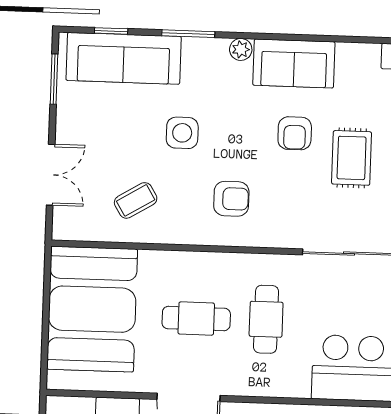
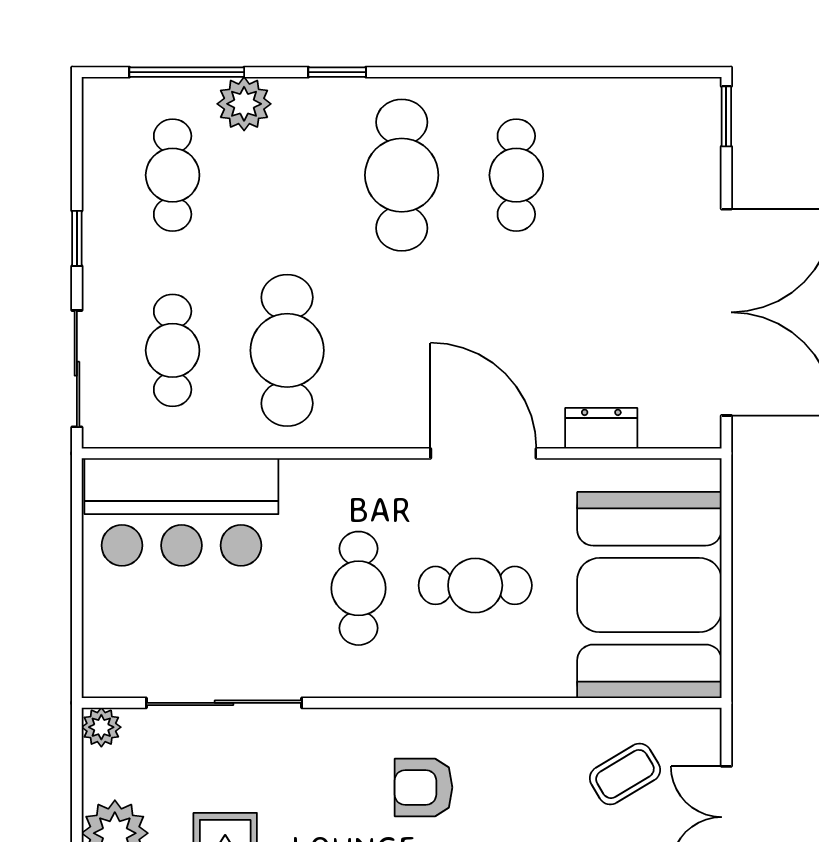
coffee table: (136, 200) -> (625, 774), moved

